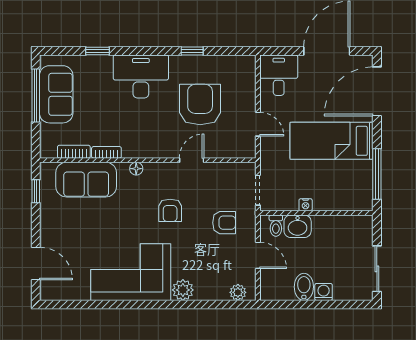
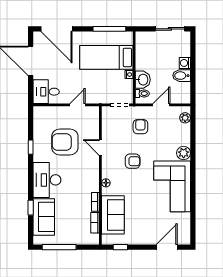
sofa: (56, 94) -> (44, 217), moved, turned 90
bed: (332, 141) -> (106, 57), moved, turned 90

